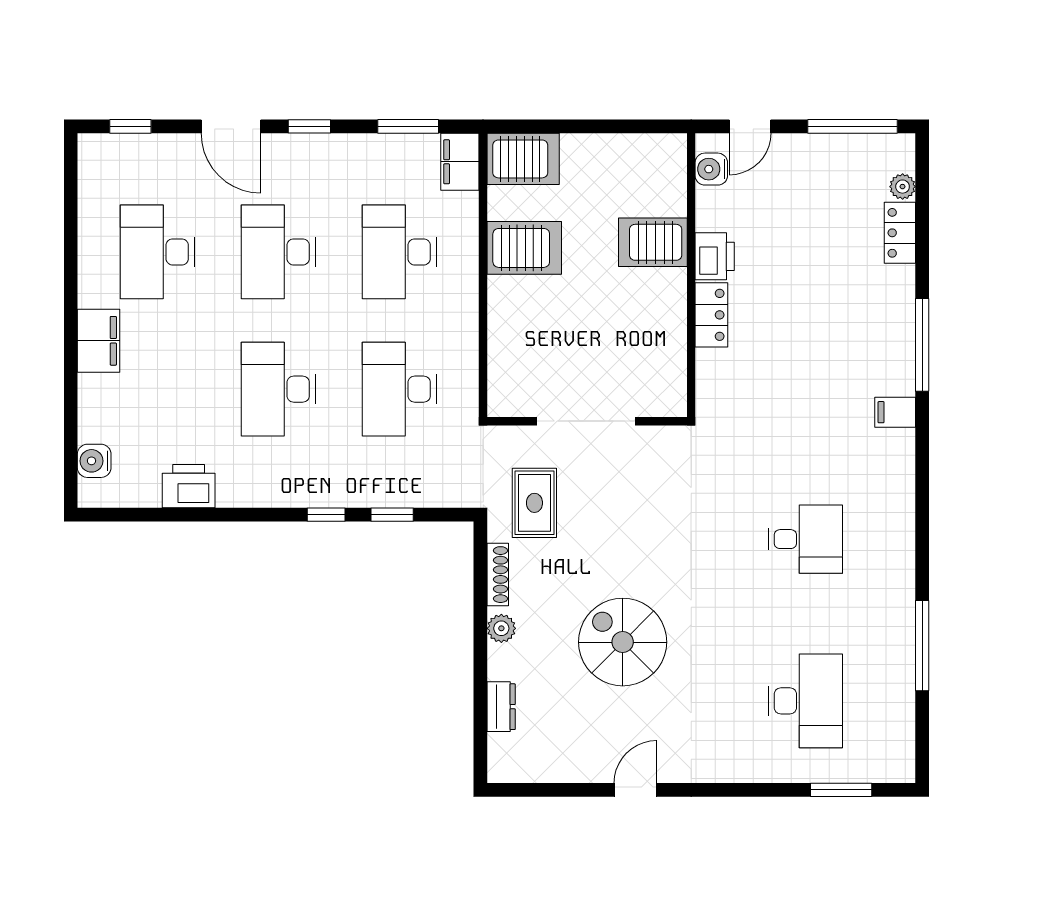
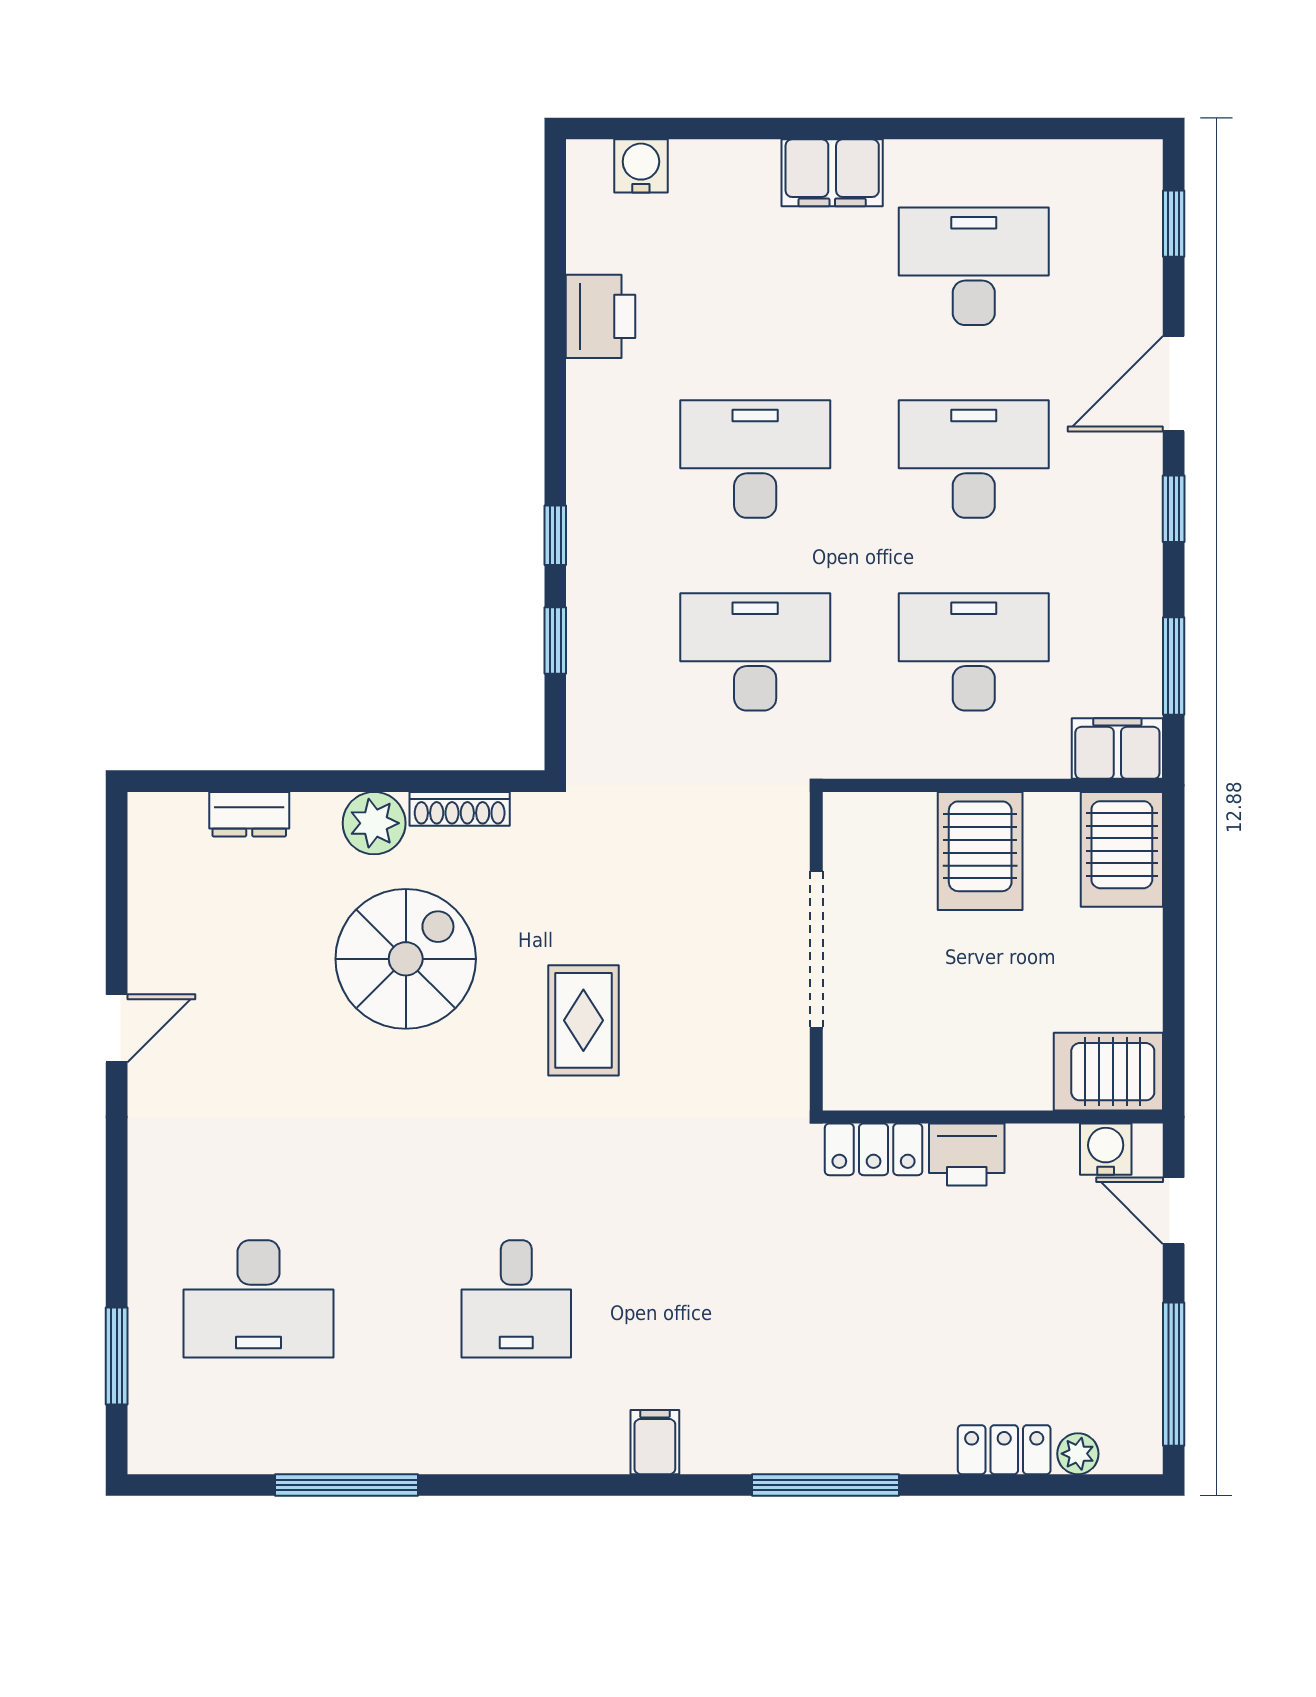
server rack: (653, 242) -> (1108, 1072), moved, turned -90
filing cabinet: (895, 412) -> (655, 1442), moved
doorway: (586, 421) -> (816, 950), moved
wall: (587, 421) -> (816, 951), moved
rug: (534, 503) -> (583, 1020), moved, turned 90
plant: (501, 628) -> (374, 823), width x1.38, depth x1.38
spiral stairs: (623, 642) -> (406, 959), moved
door: (635, 790) -> (117, 1028), hinge flipped

